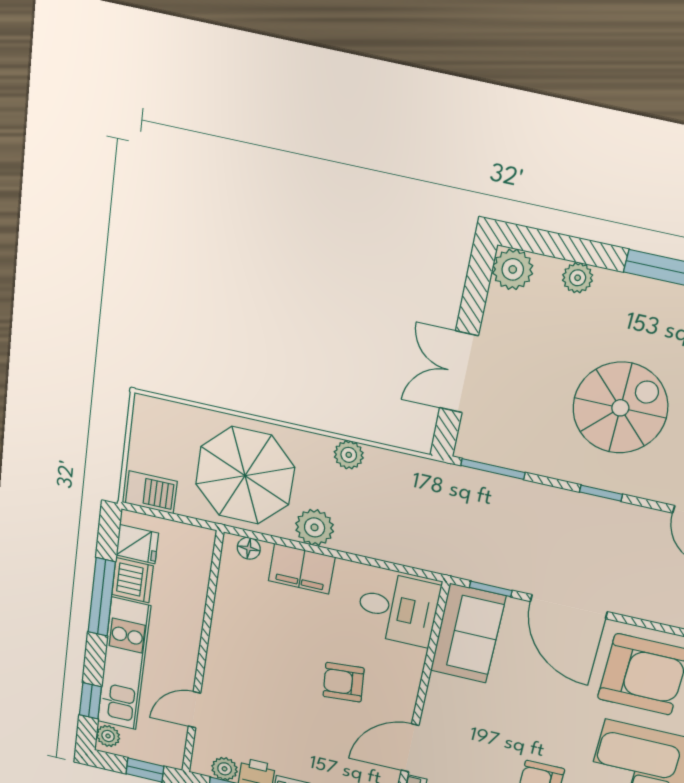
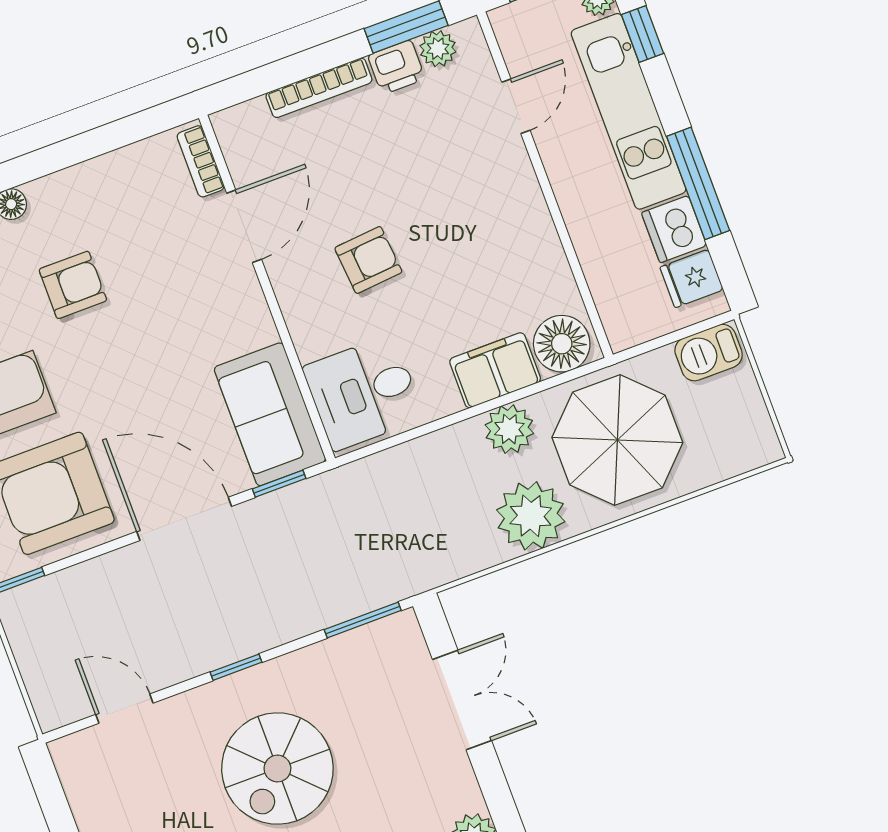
plant: (349, 455) -> (531, 516), width x1.88, depth x1.88
floor lamp: (249, 548) -> (562, 344), width x1.89, depth x1.89

